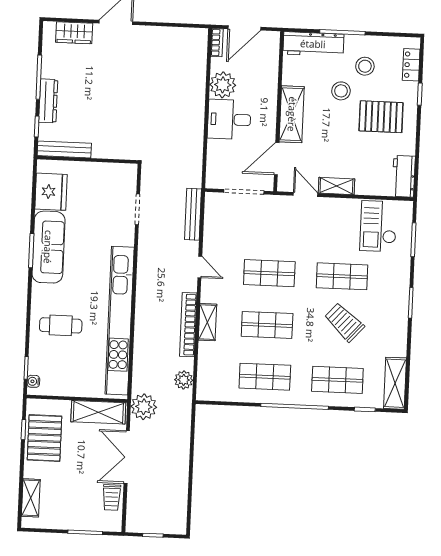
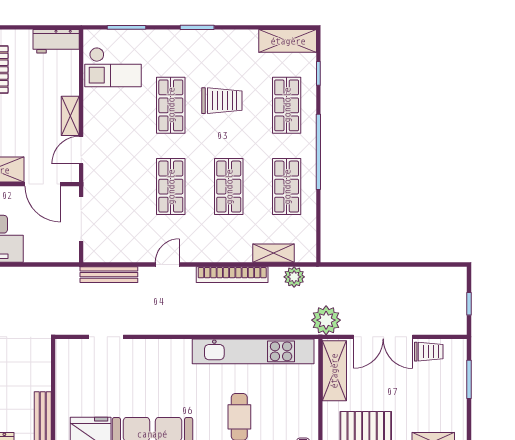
kitchen unit: (120, 321) -> (253, 351), width x0.73
shelving: (207, 322) -> (273, 253), moved
trolley: (344, 322) -> (222, 101), turned -132

